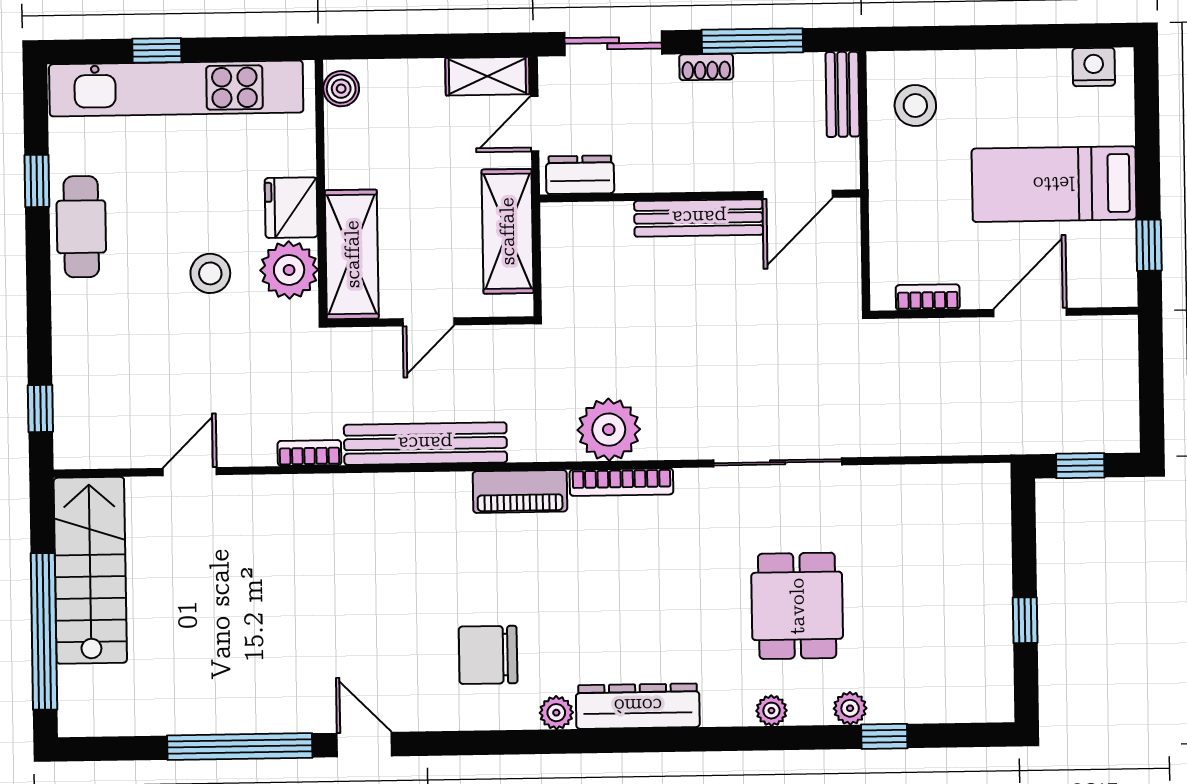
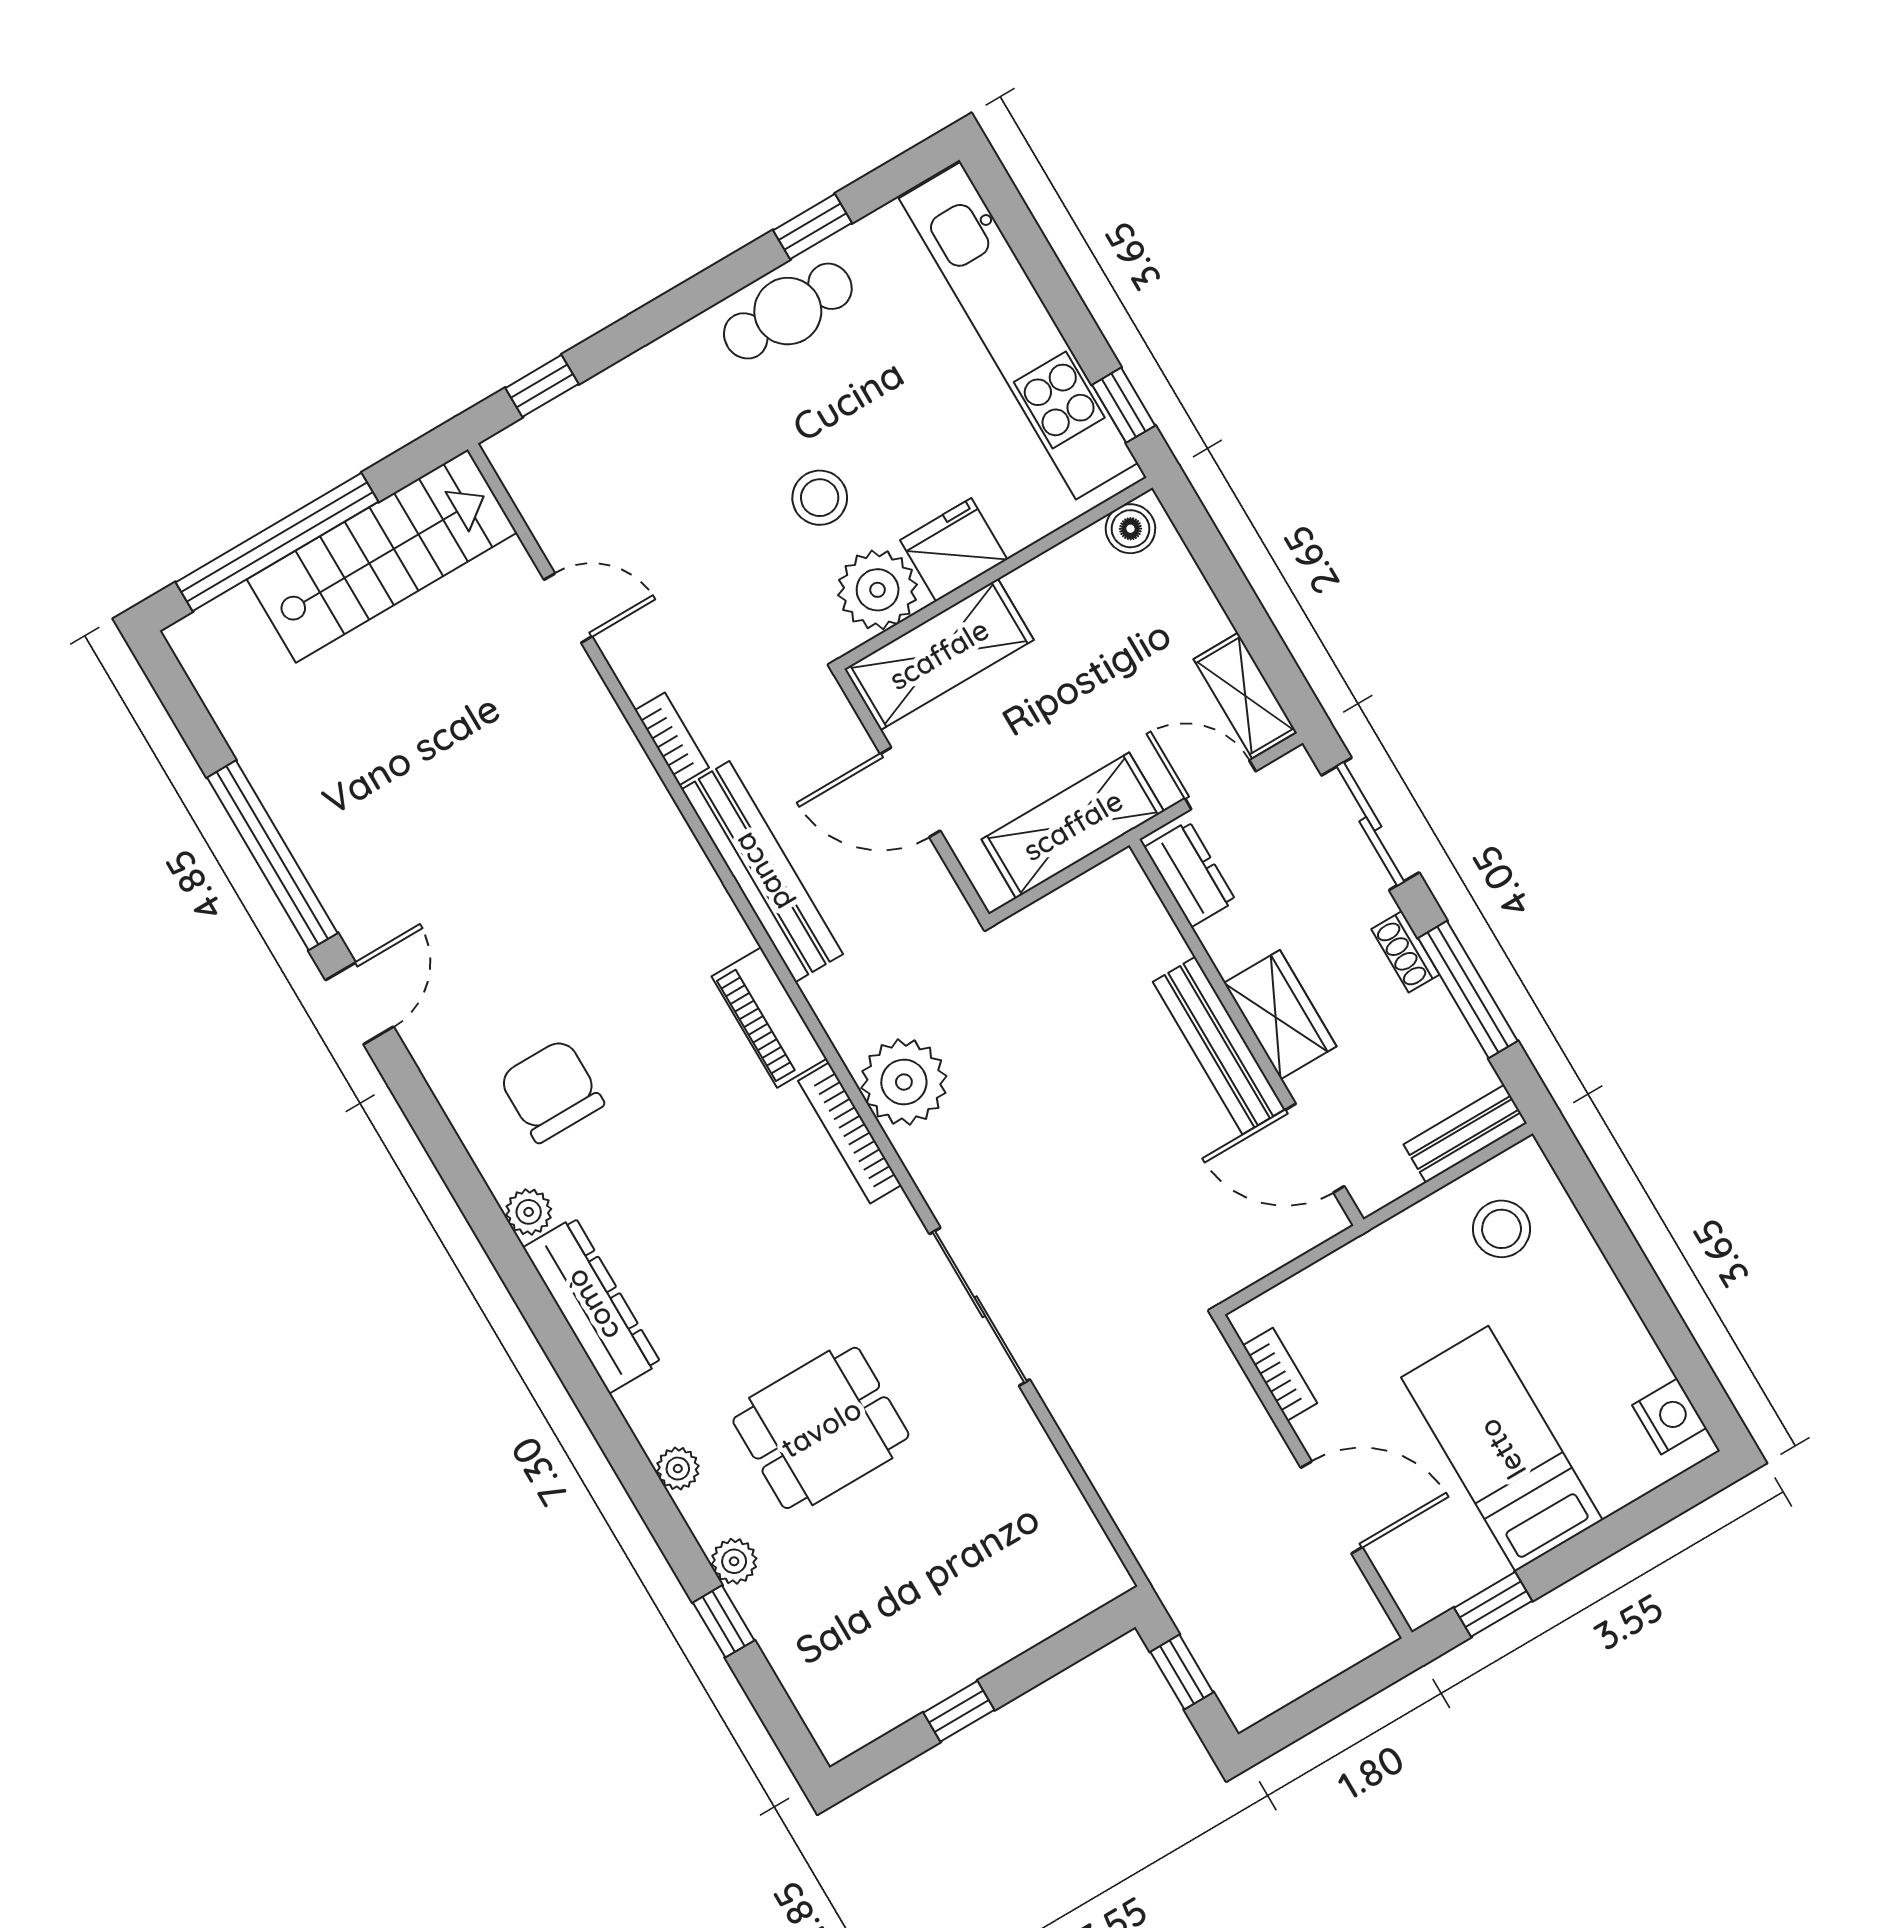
window: (157, 50) -> (1124, 405), moved
wardrobe: (701, 168) -> (1280, 1015), added
door: (428, 322) -> (910, 792), width x1.38

